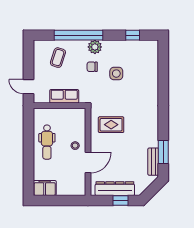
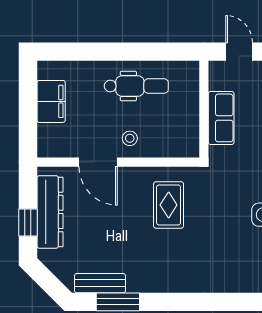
door: (28, 87) -> (239, 52), hinge flipped
dental chair: (47, 142) -> (136, 86), turned 180
filing cabinet: (45, 188) -> (51, 101), moved

